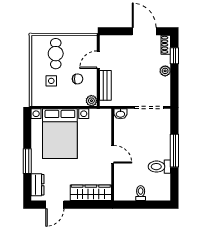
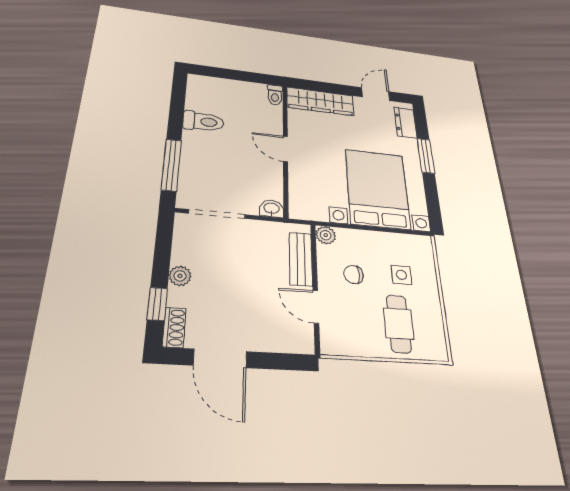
door: (98, 60) -> (316, 307), swing flipped
window: (174, 151) -> (171, 165), moved
toilet: (141, 193) -> (275, 95), moved

